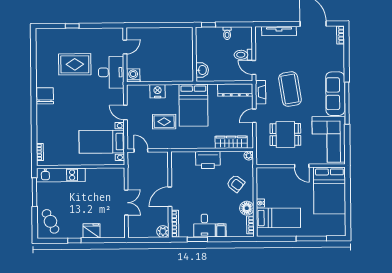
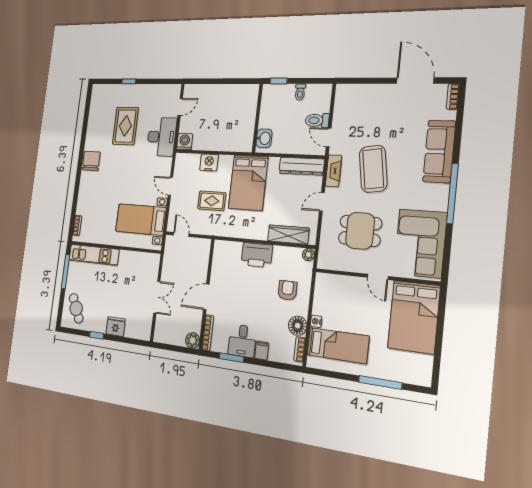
tv unit: (279, 31) -> (367, 90), removed
rug: (75, 64) -> (125, 126), turned 90
sofa: (335, 94) -> (439, 151), moved
armchair: (236, 184) -> (287, 290), turned -128

